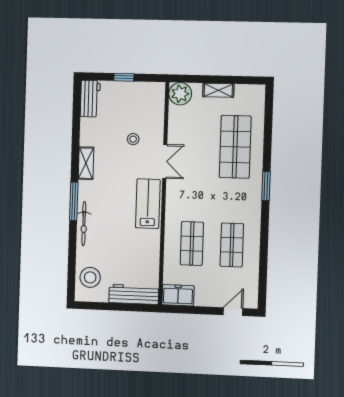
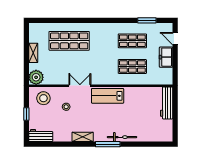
window: (266, 186) -> (147, 20), moved
stool: (90, 277) -> (43, 98), moved
freezer: (178, 295) -> (166, 57), moved

